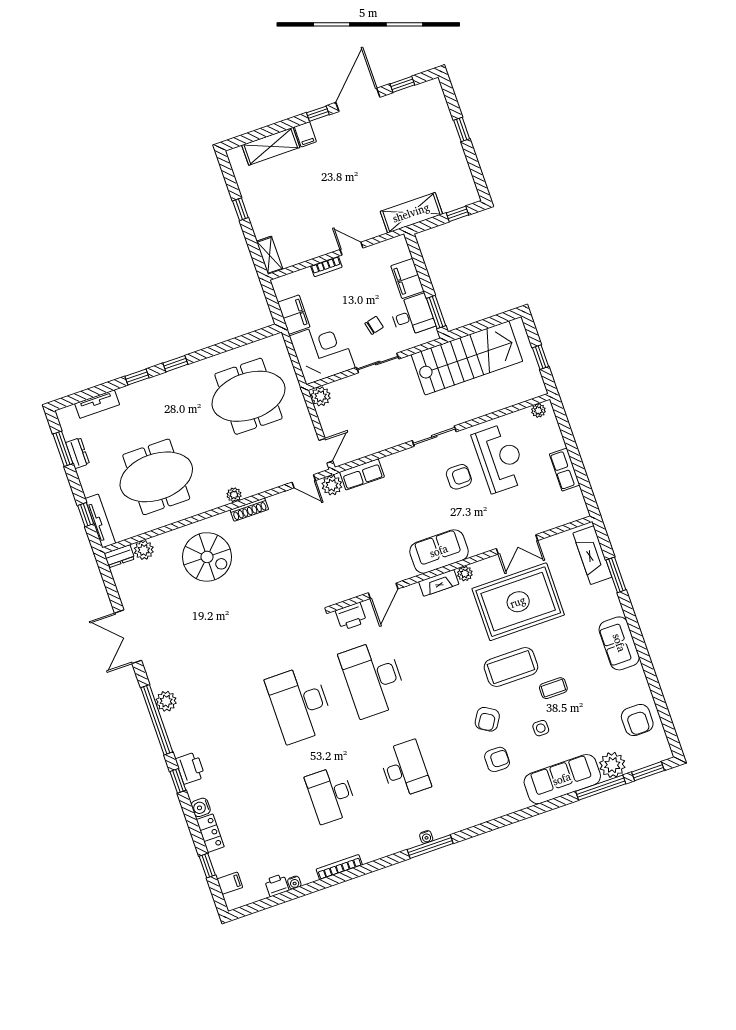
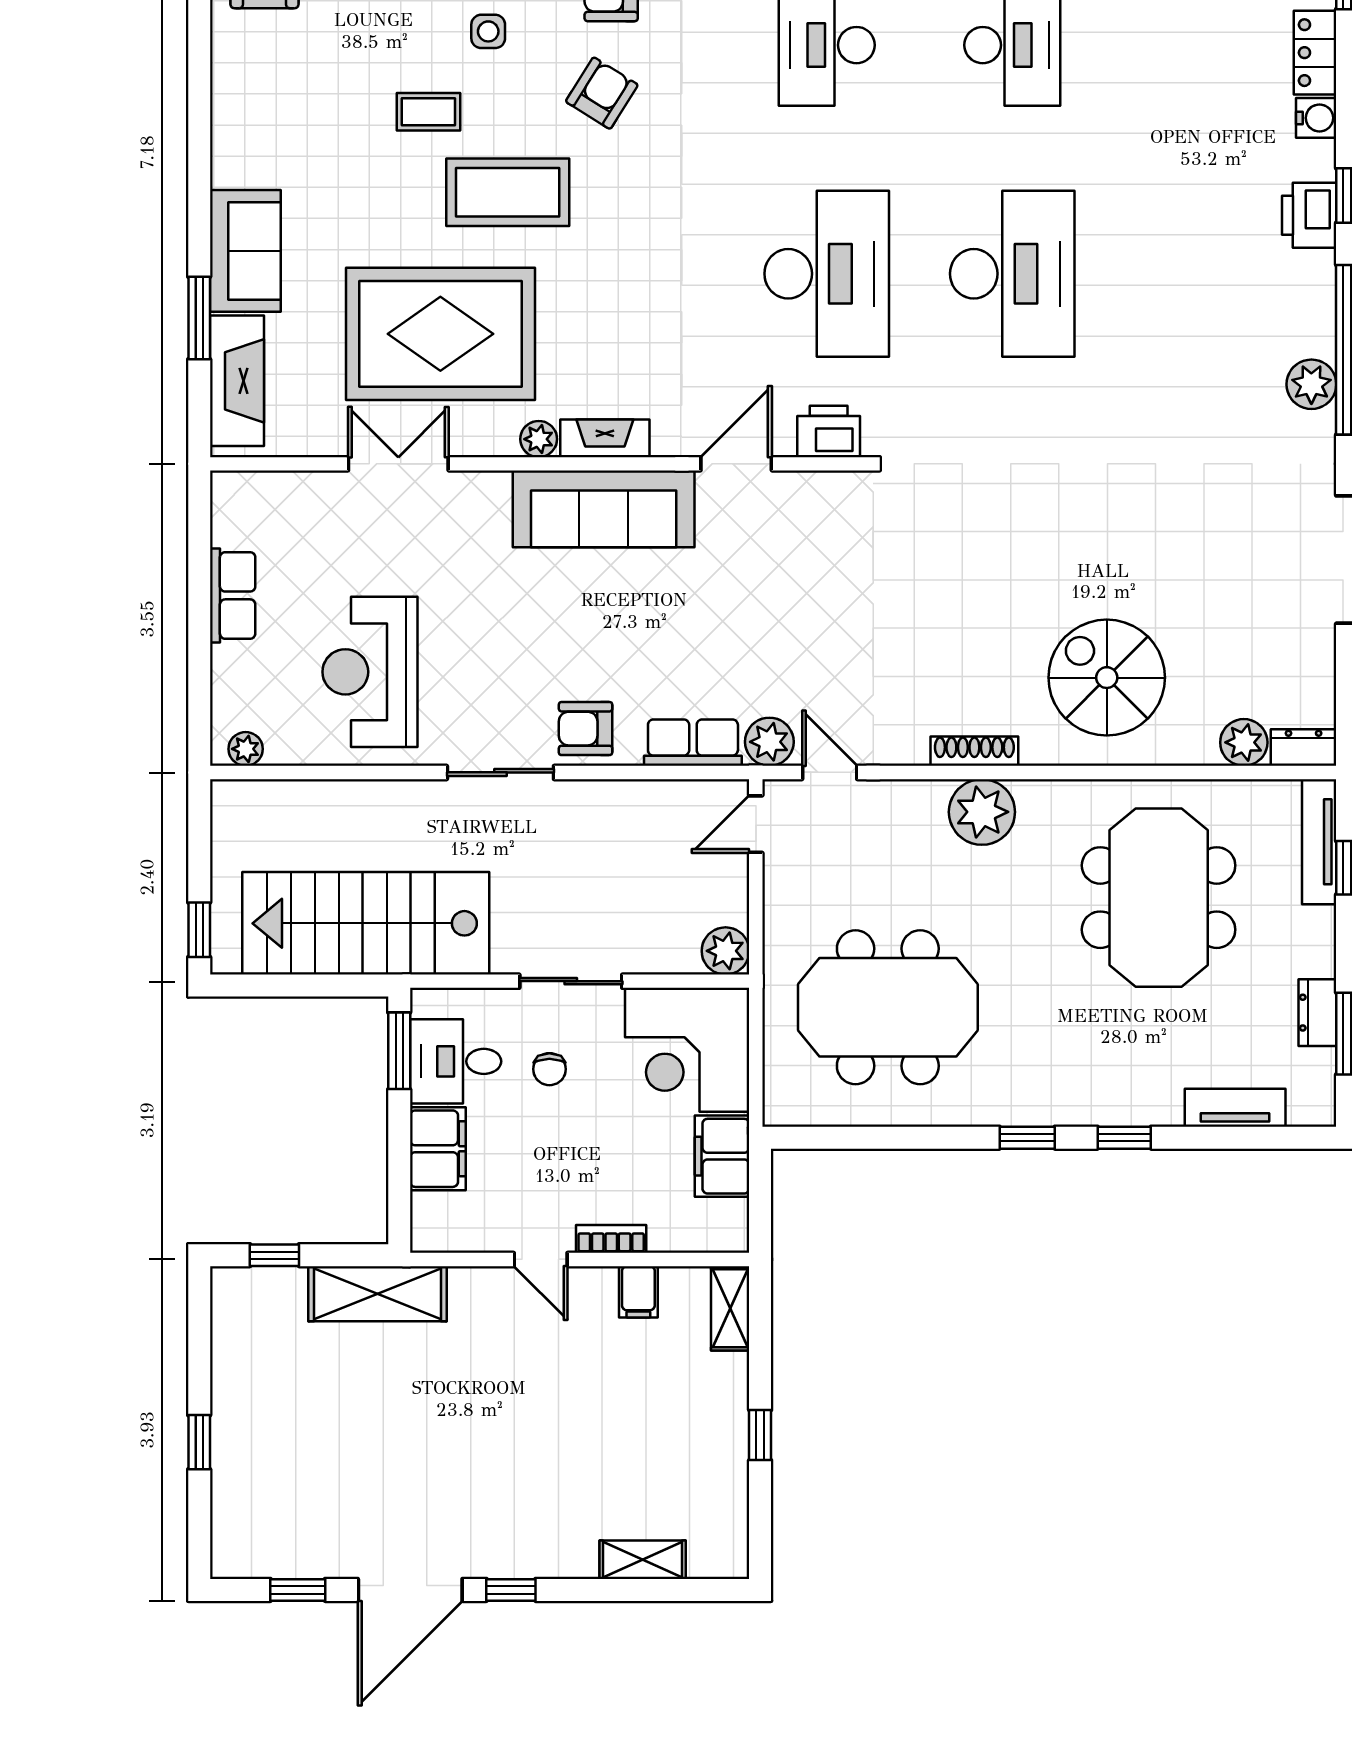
filing cabinet: (305, 134) -> (638, 1292), moved, turned 180
shelving: (271, 146) -> (643, 1560), width x0.67, depth x0.75
chair: (374, 325) -> (549, 1069), turned -76
window: (541, 357) -> (199, 930), moved
meeting table: (156, 477) -> (1159, 898), turned 90
armchair: (459, 477) -> (586, 729), moved
plant: (234, 495) -> (982, 812), width x1.88, depth x1.88
sofa: (439, 551) -> (604, 509), width x1.36
sofa: (619, 643) -> (245, 251), moved

